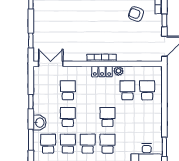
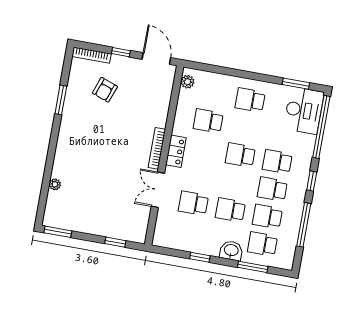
double door: (51, 64) -> (158, 190), moved
plant: (119, 71) -> (188, 82), moved
school desk: (147, 90) -> (250, 100), moved

